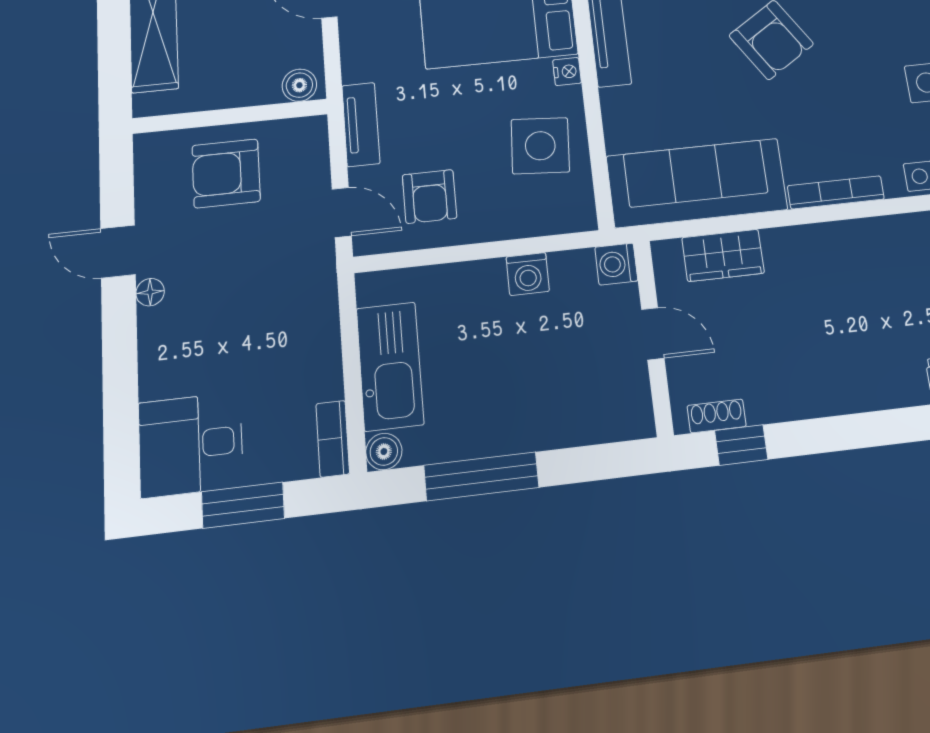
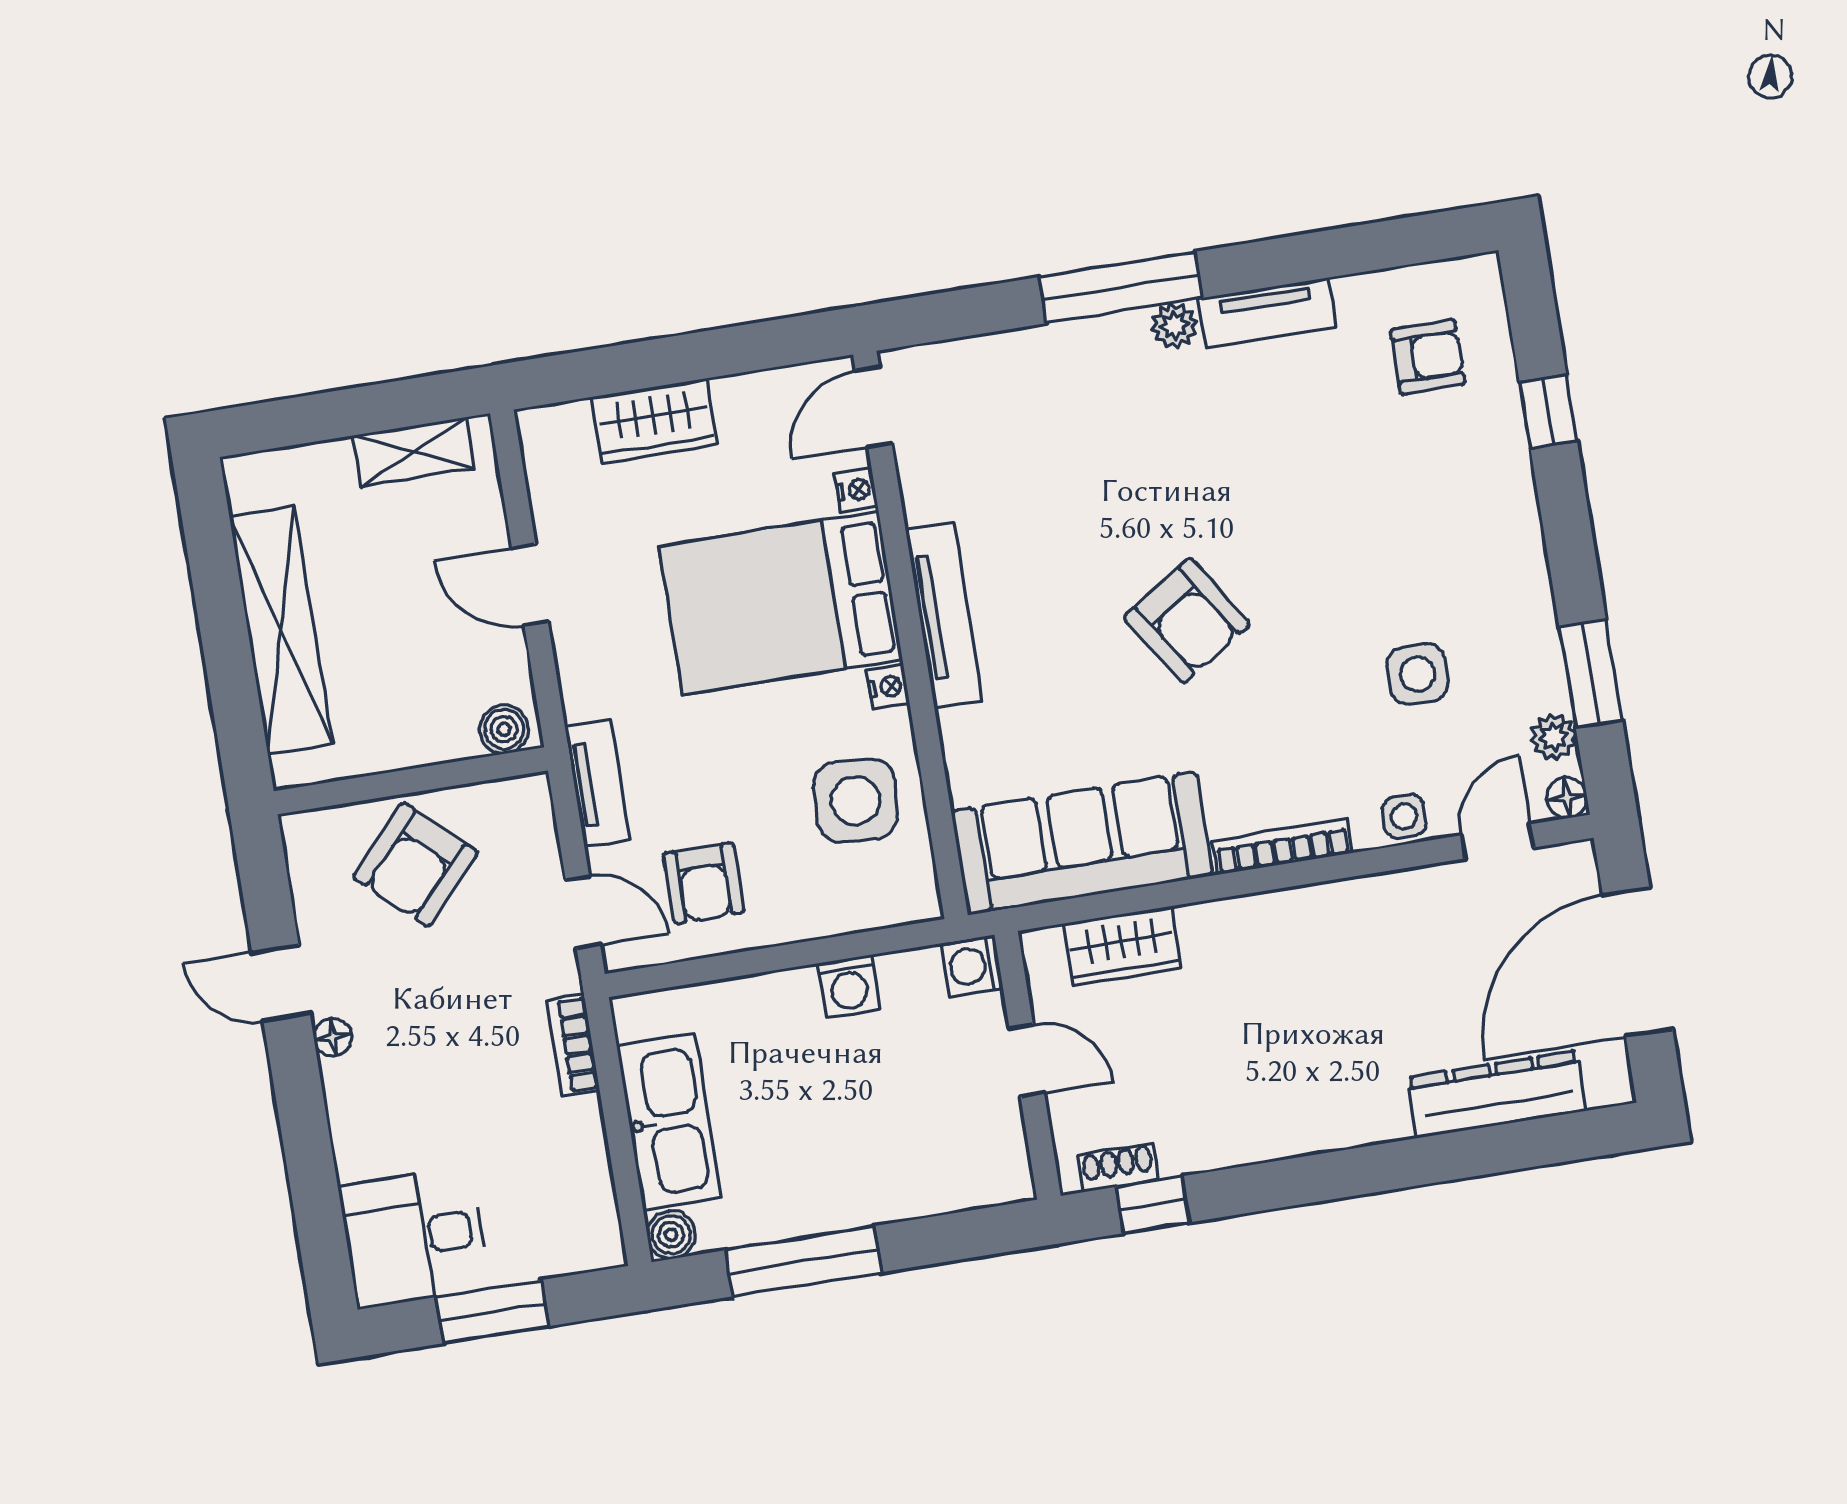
armchair: (226, 173) -> (415, 865), turned -47
bookcase: (333, 439) -> (573, 1045), moved

